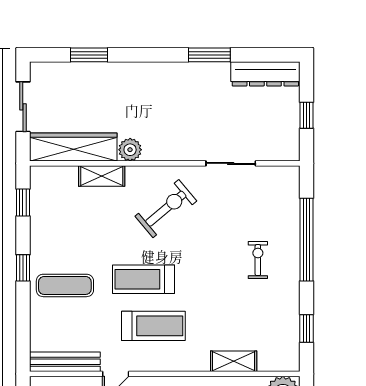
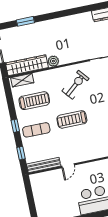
window: (209, 55) -> (81, 10), removed
shelving: (102, 176) -> (22, 80), moved
window: (23, 202) -> (21, 153), moved
treadmill: (153, 326) -> (34, 101), moved

